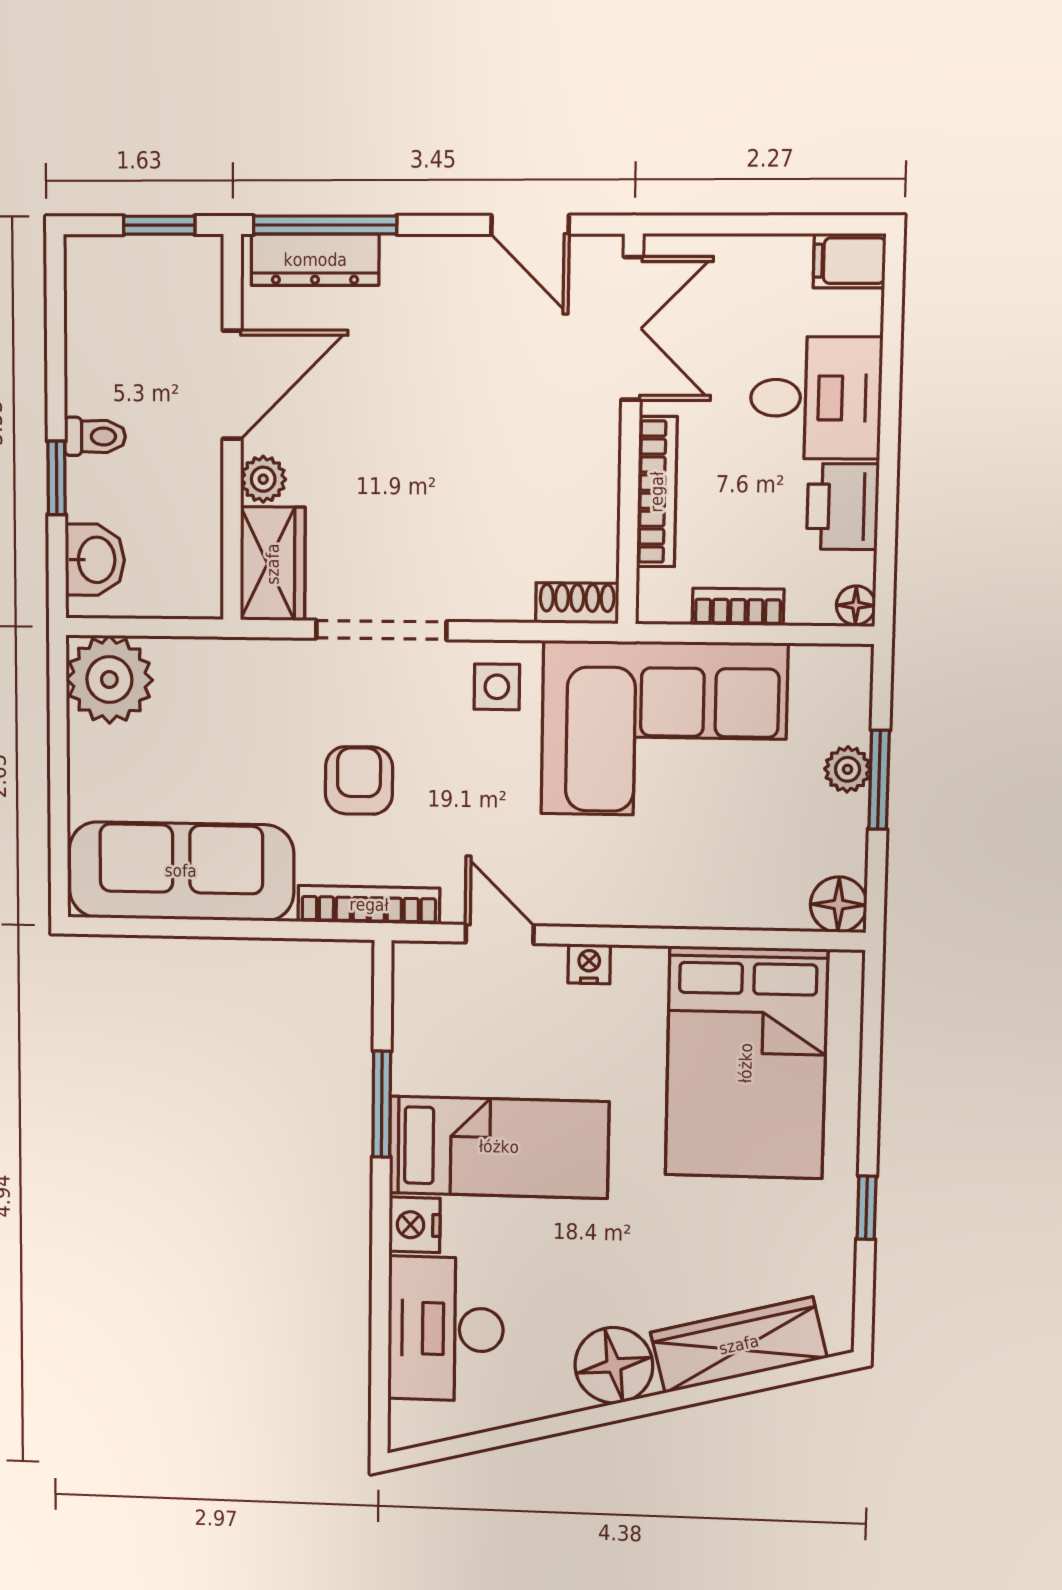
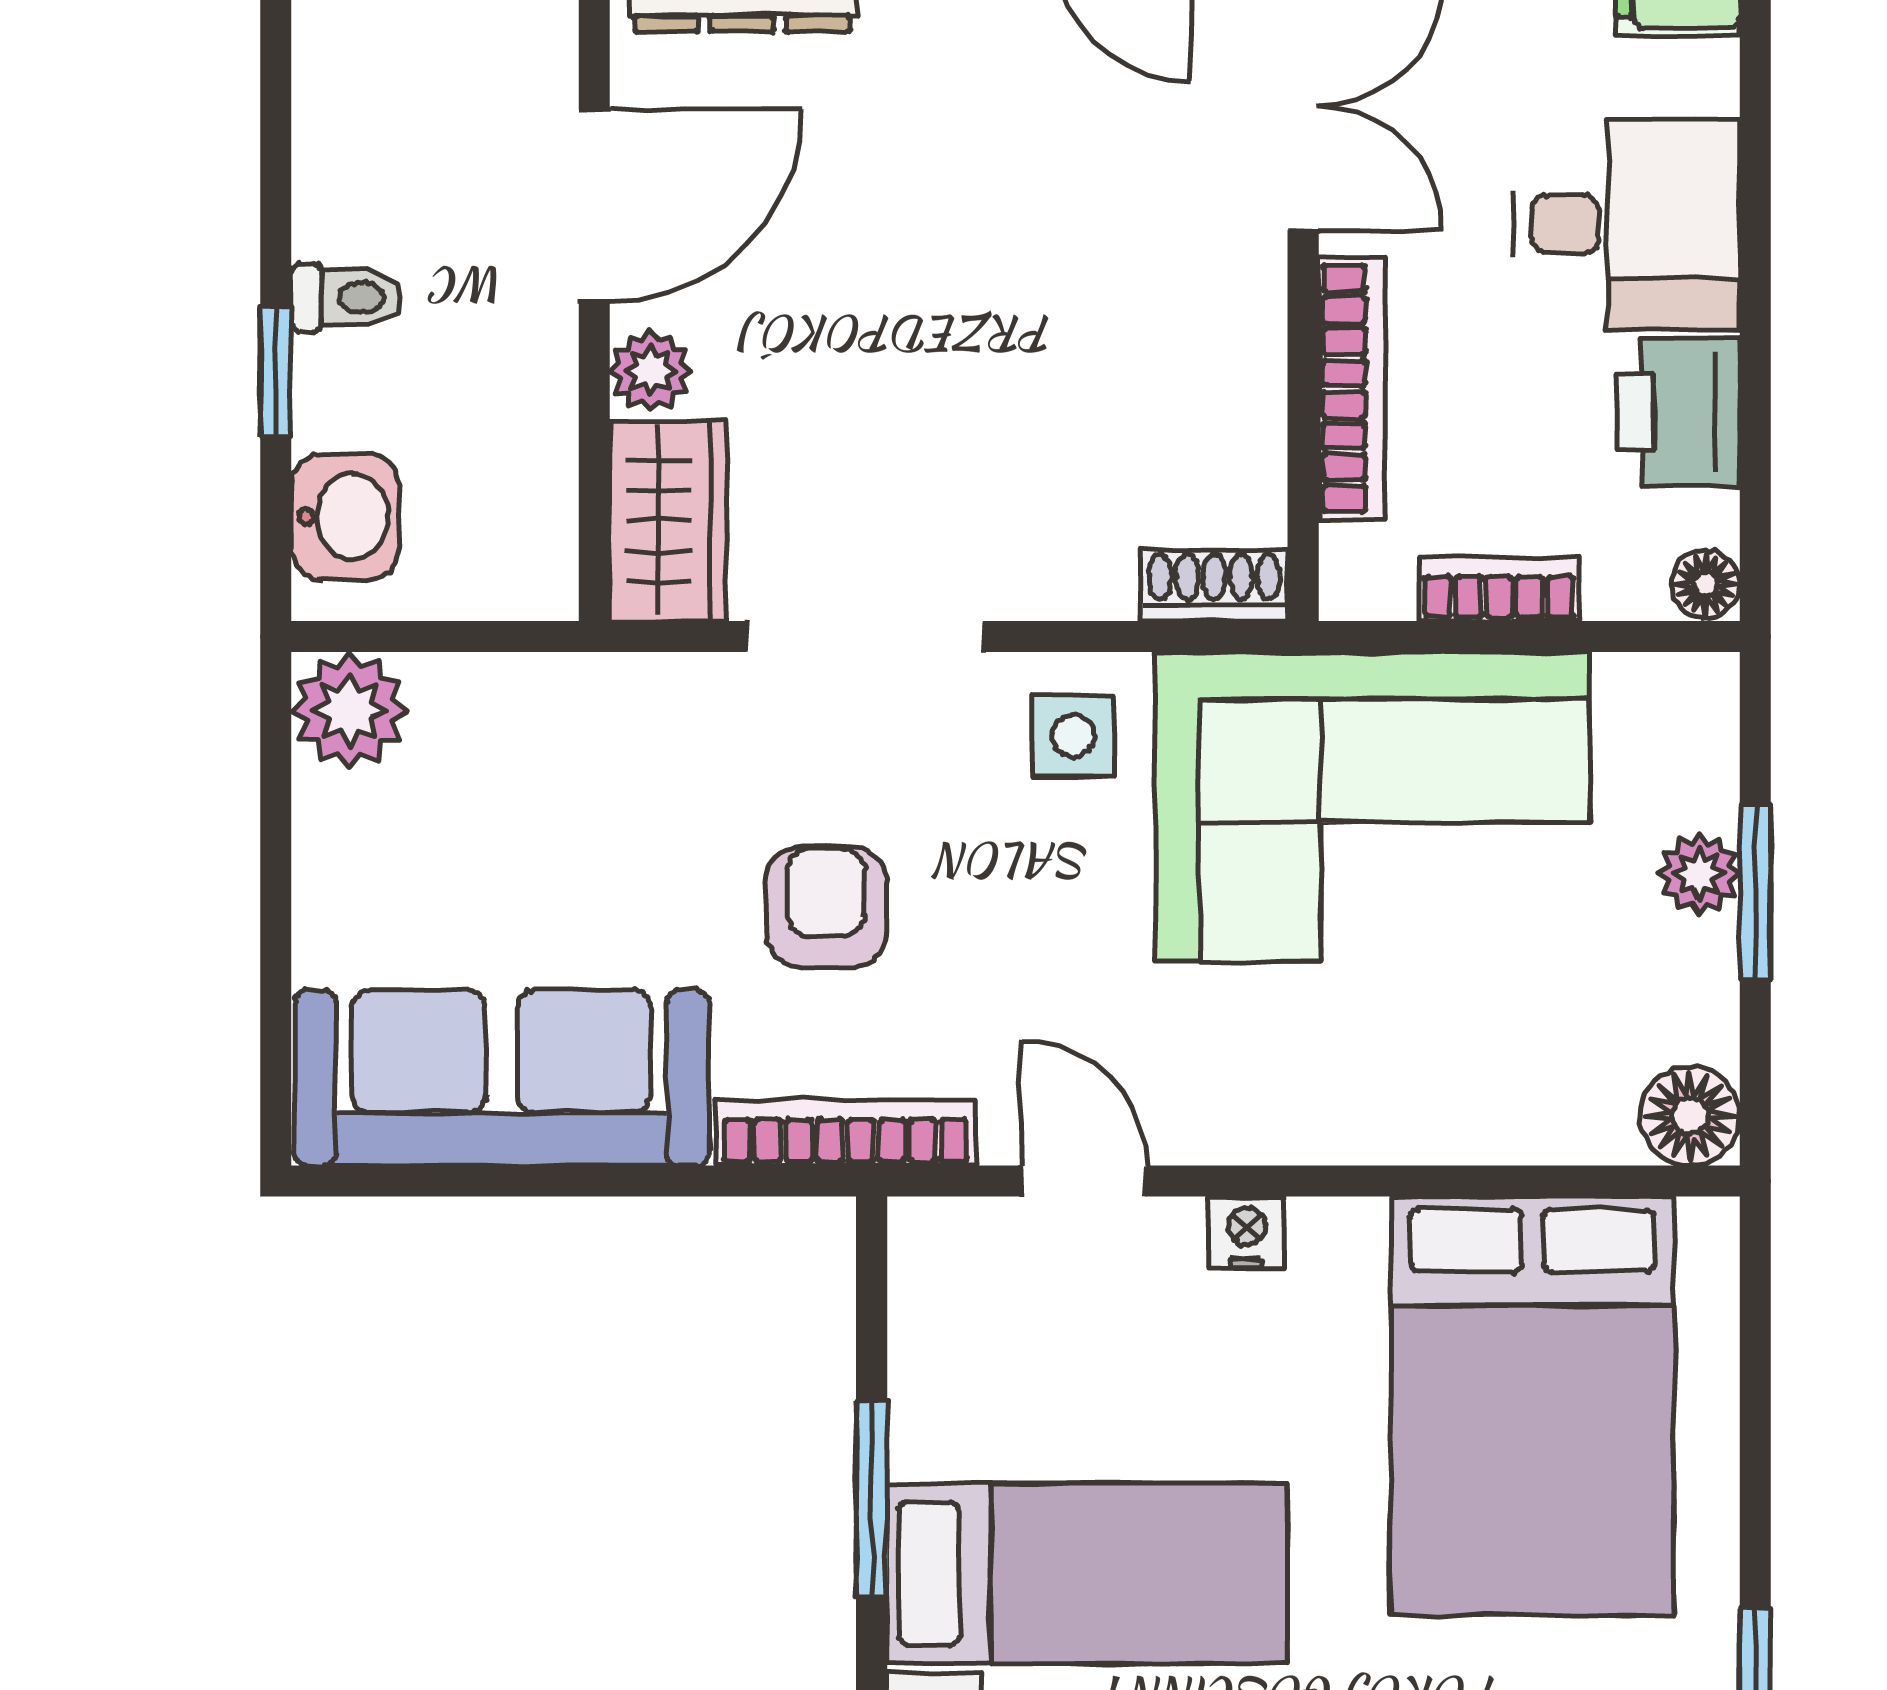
plant: (109, 680) -> (349, 710), width x0.73, depth x0.73

